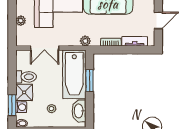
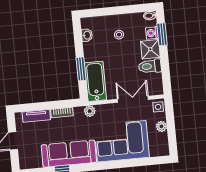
side table: (22, 39) -> (158, 107), added
bathtub: (74, 74) -> (95, 81), width x0.73, depth x0.73
washbasin: (79, 111) -> (87, 35), width x0.52, depth x0.69

